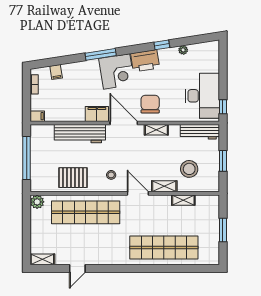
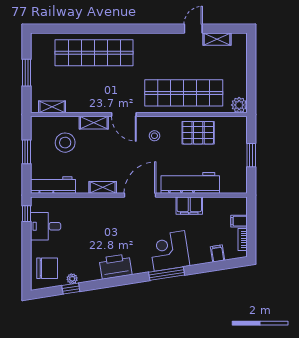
window: (162, 45) -> (71, 289), moved
corner desk: (117, 71) -> (169, 251), moved
desk: (202, 96) -> (46, 226), width x0.53, depth x0.77
chair: (150, 104) -> (47, 268), moved, turned -90
filing cabinet: (97, 114) -> (189, 206), moved
filing cabinet: (37, 116) -> (239, 221), moved
door: (124, 123) -> (140, 195), swing flipped
window: (27, 158) -> (251, 155), width x0.47
shelving: (183, 200) -> (52, 107), moved
shelving: (42, 259) -> (217, 39), moved

